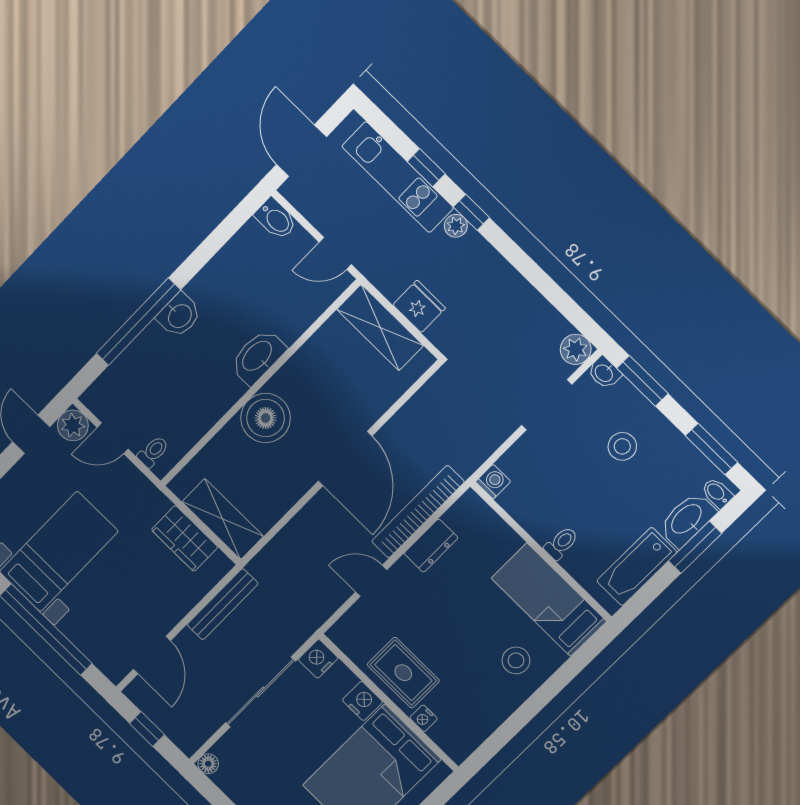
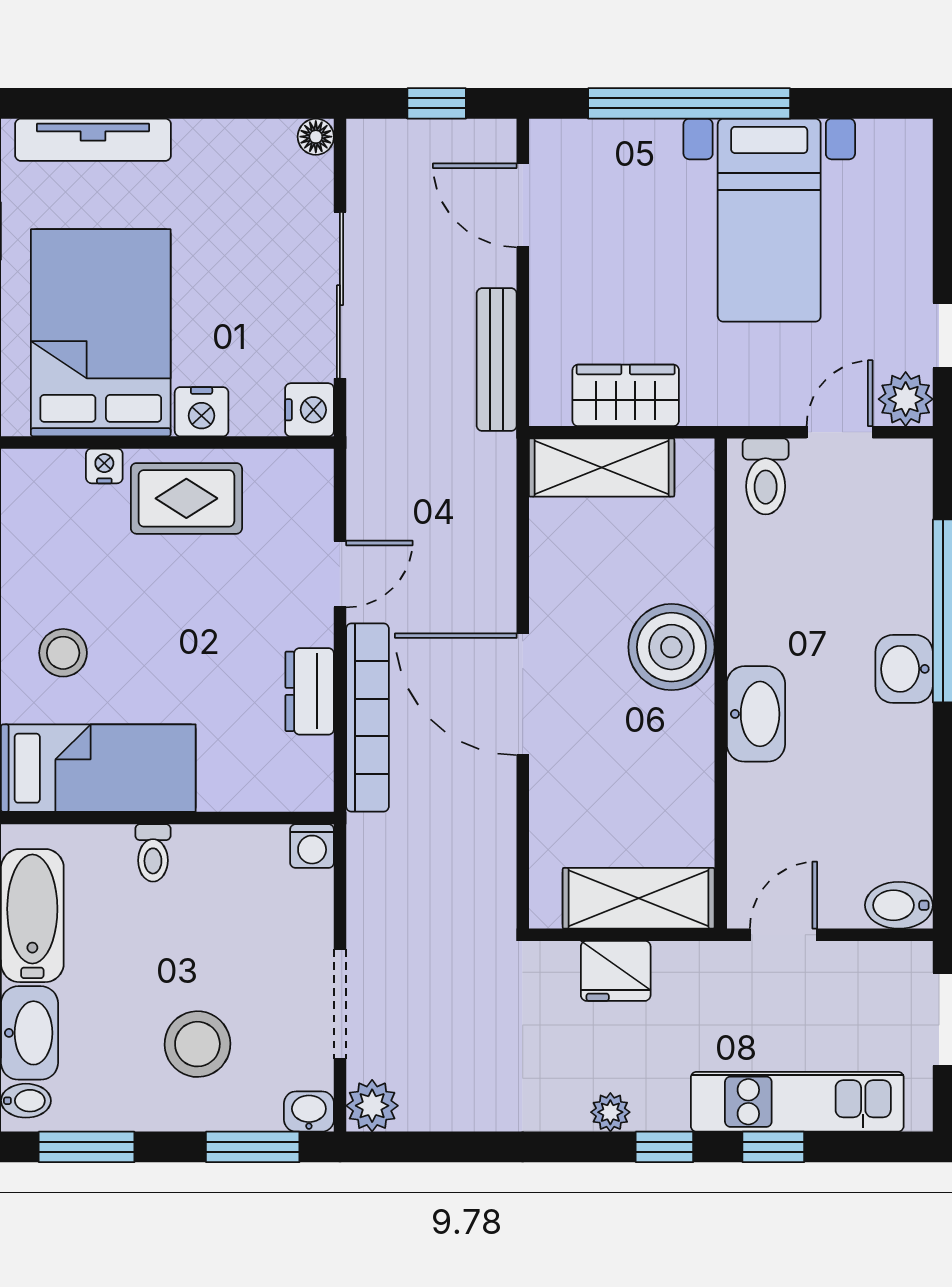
plant: (456, 226) -> (610, 1112), moved
stool: (622, 446) -> (197, 1044), width x1.38, depth x1.38
toilet: (153, 452) -> (766, 476), width x1.37, depth x1.39

